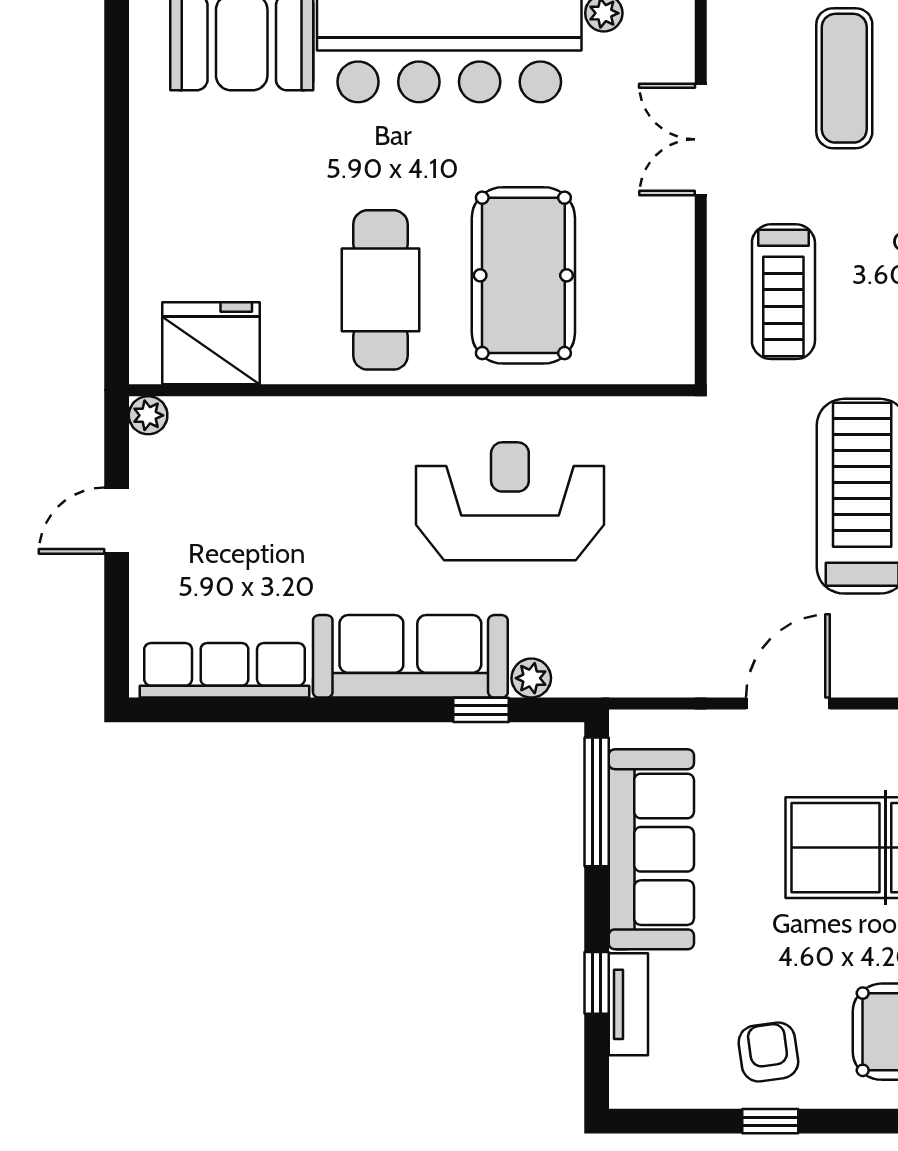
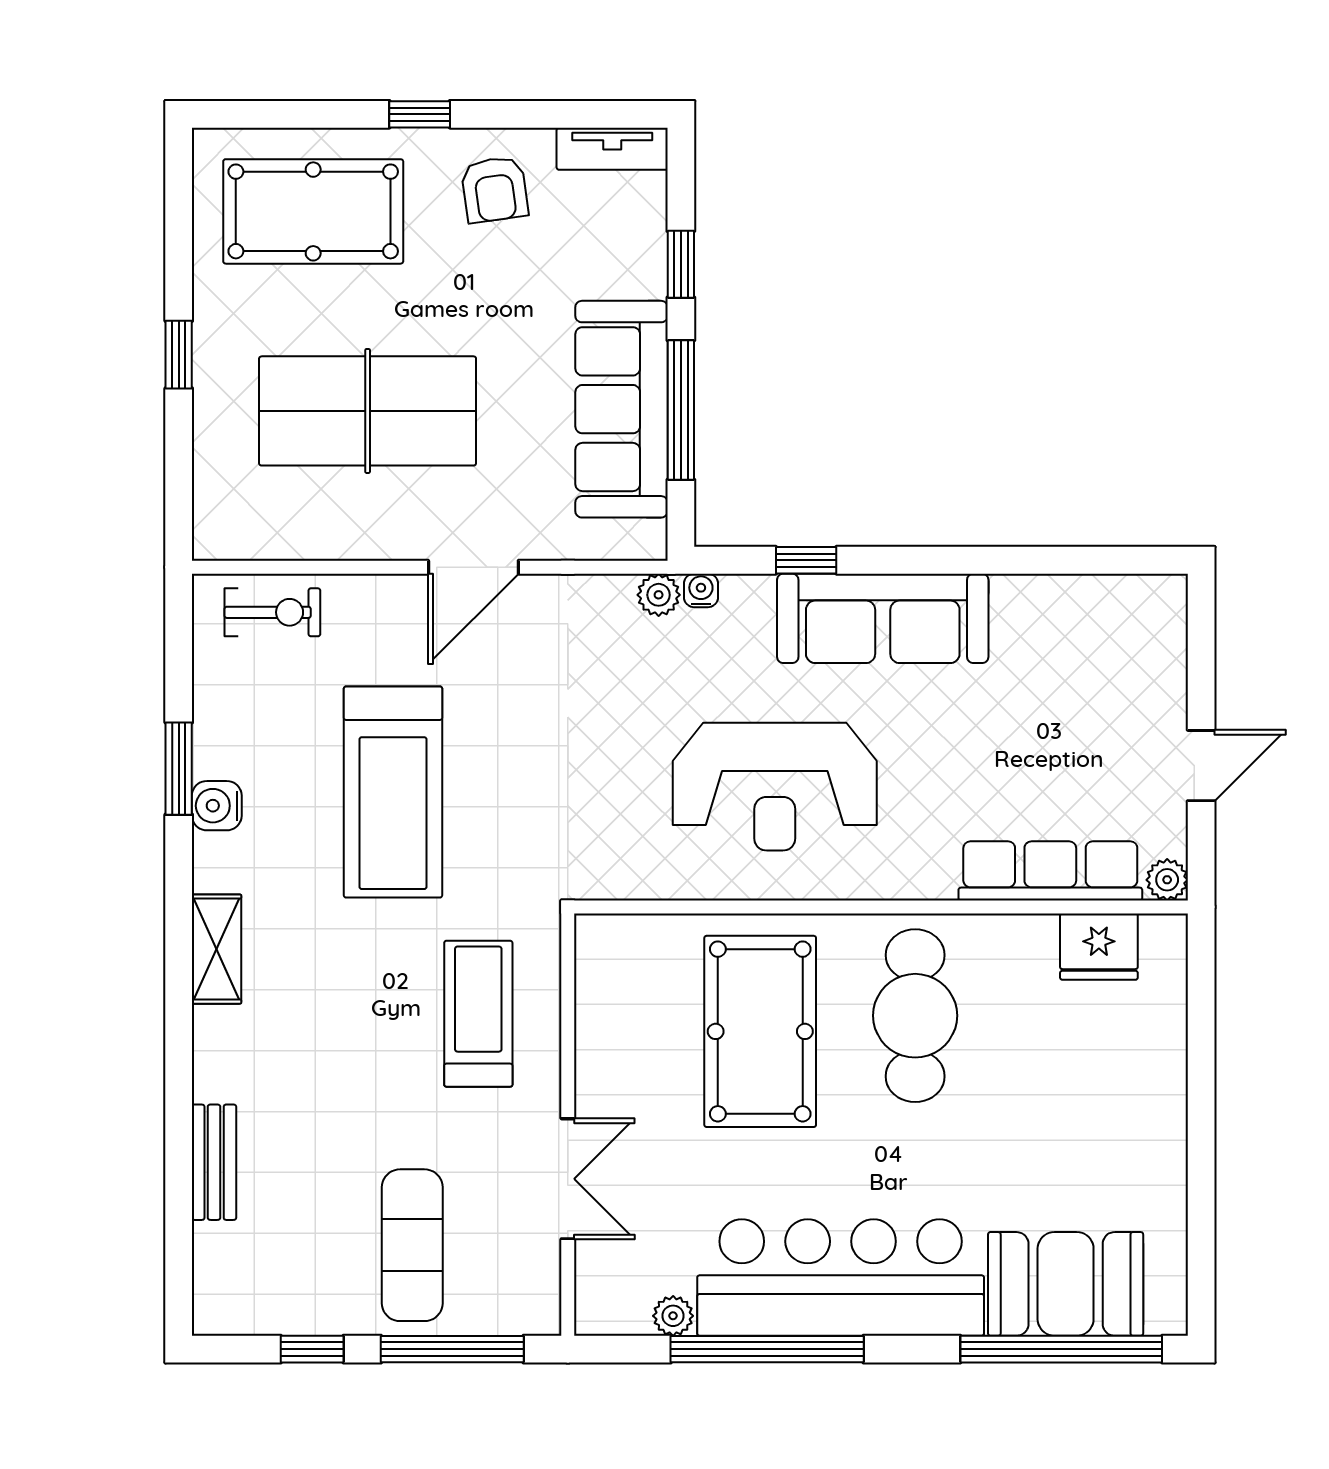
fridge: (211, 343) -> (1099, 947), width x0.73, depth x0.75
row of seats: (224, 670) -> (1050, 871), moved, turned 180
plant: (531, 678) -> (659, 595), moved
water cooler: (578, 682) -> (701, 590), added
window: (597, 802) -> (681, 410), moved
tv unit: (628, 1004) -> (612, 149), moved, turned -90
window: (770, 1121) -> (420, 114), moved

